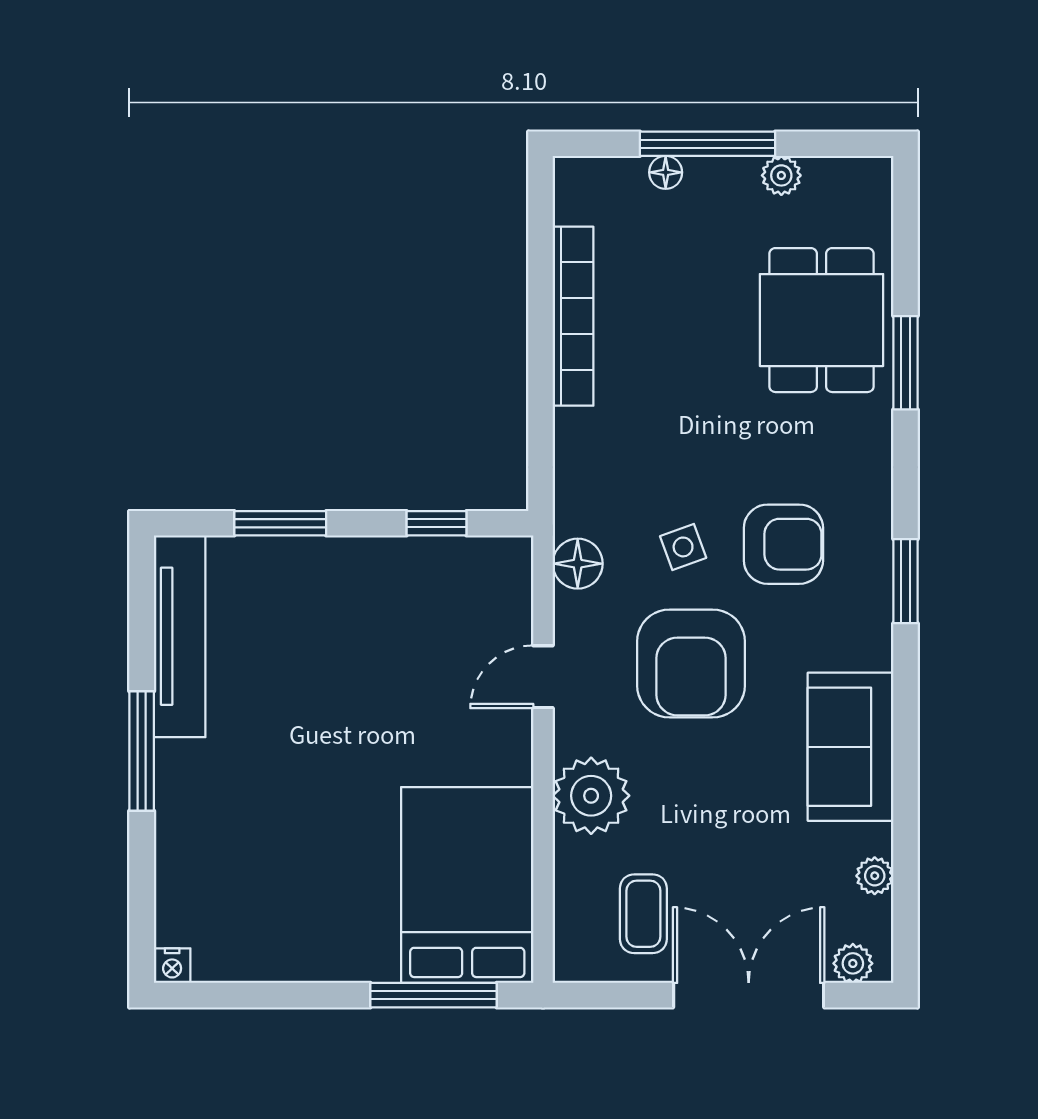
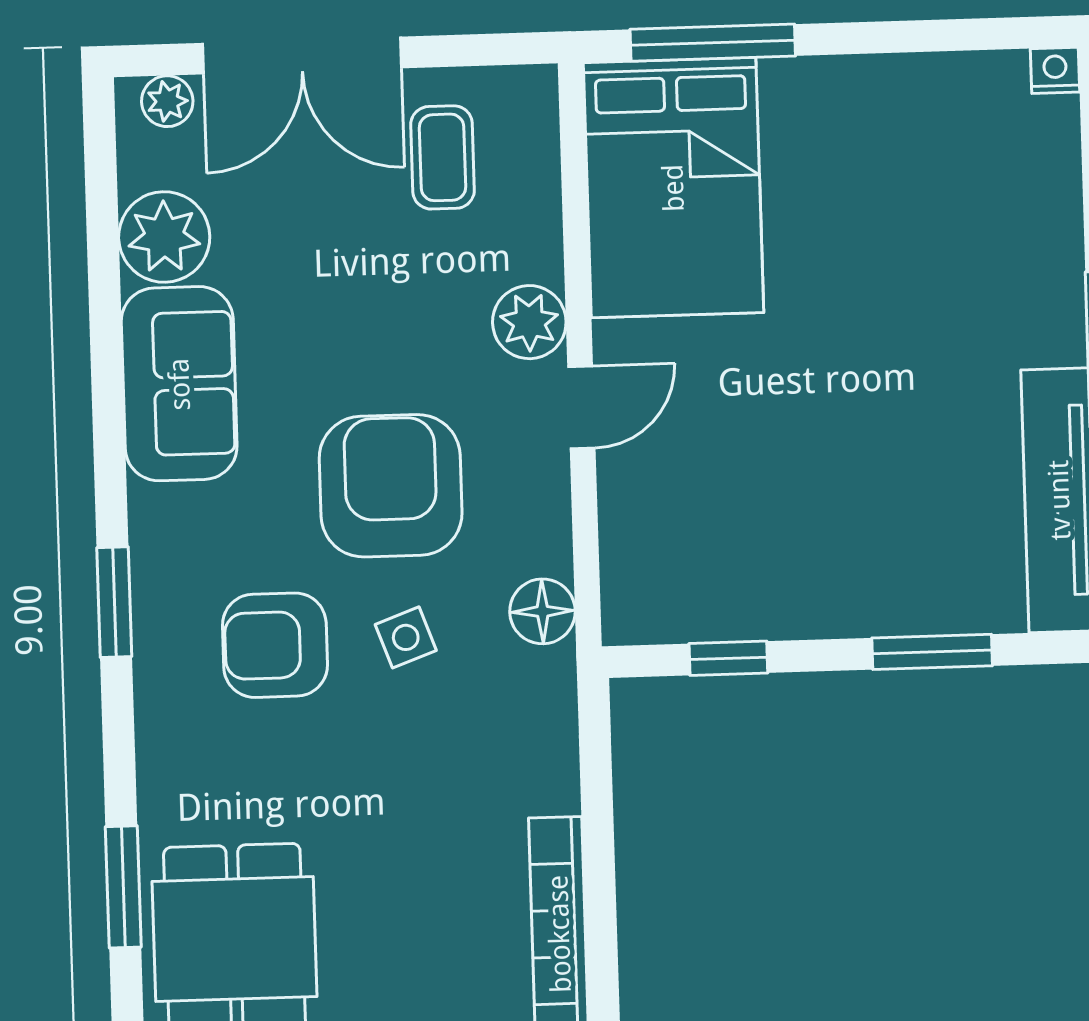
door: (543, 677) -> (581, 407), moved
plant: (591, 796) -> (529, 322), width x0.73, depth x0.73
plant: (875, 876) -> (164, 237), width x1.88, depth x1.88

